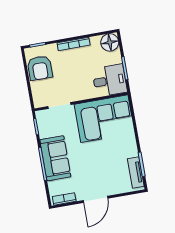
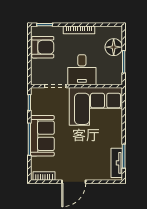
floor lamp: (110, 42) -> (114, 47), moved
armchair: (40, 68) -> (43, 47), turned -90
desk: (110, 80) -> (82, 70), moved, turned 90

